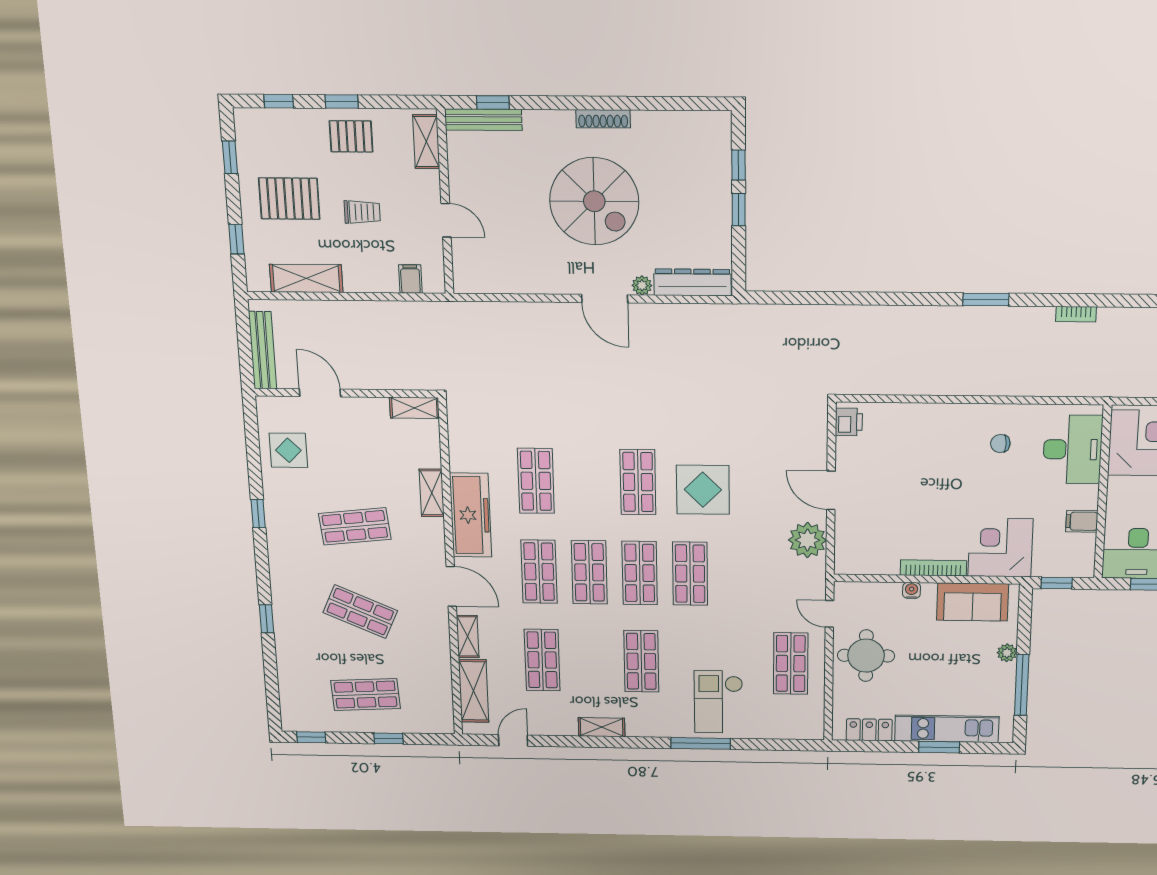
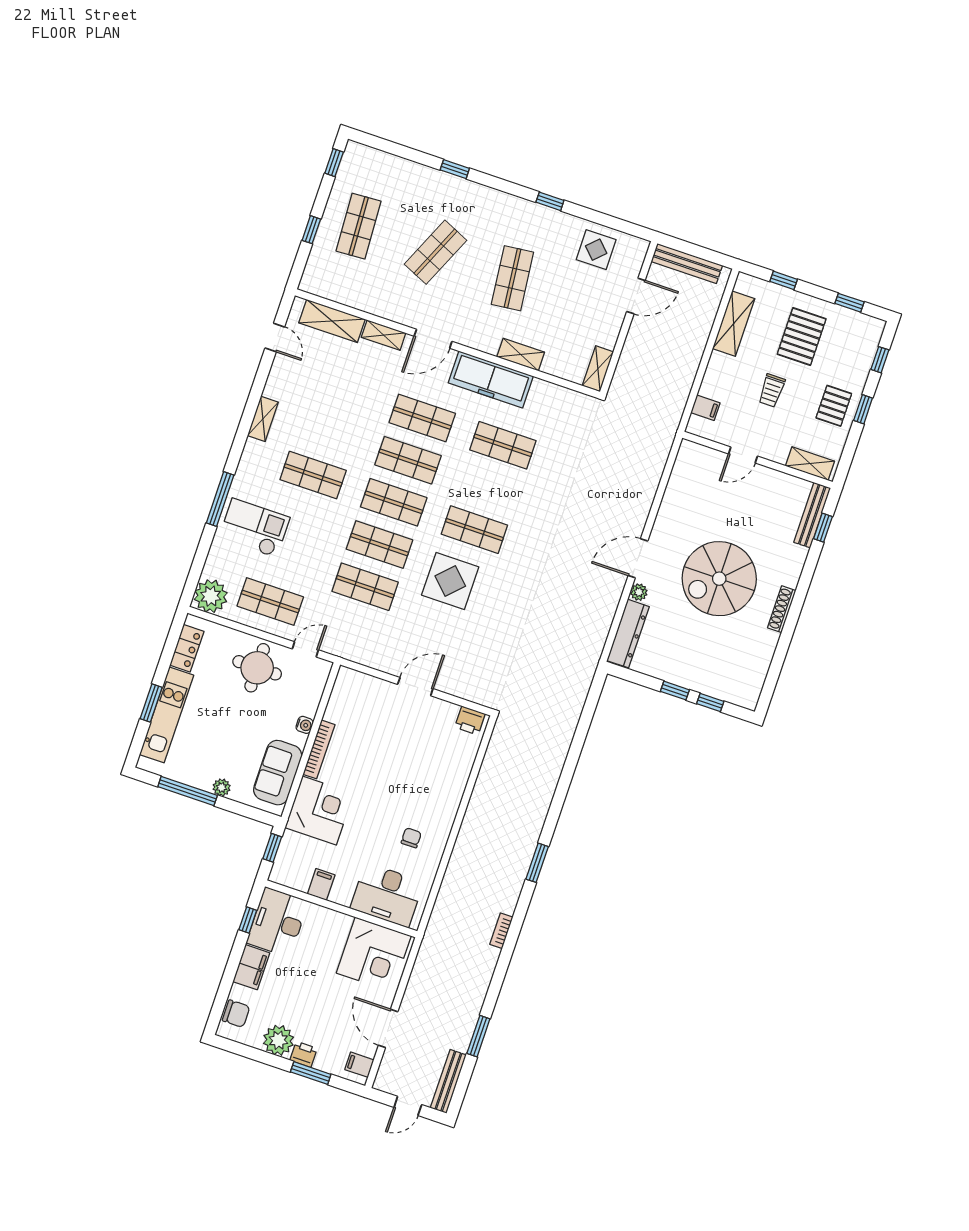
plant: (807, 540) -> (211, 596), moved
shop shelf: (542, 660) -> (365, 587), moved

